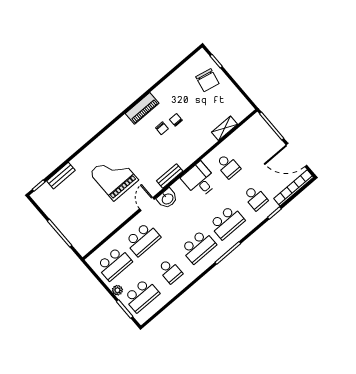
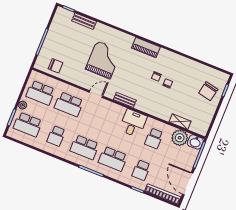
piano: (142, 108) -> (146, 48), moved
plant: (242, 138) -> (180, 138), added
washbasin: (167, 199) -> (195, 142), moved
chair: (93, 232) -> (56, 66), added

